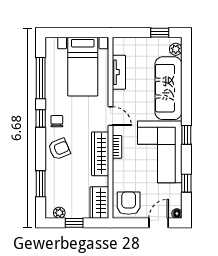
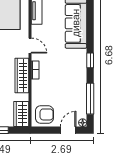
corner sofa: (160, 152) -> (69, 74), removed
window: (186, 183) -> (90, 99), width x2.17
armchair: (129, 203) -> (44, 114), turned 90

